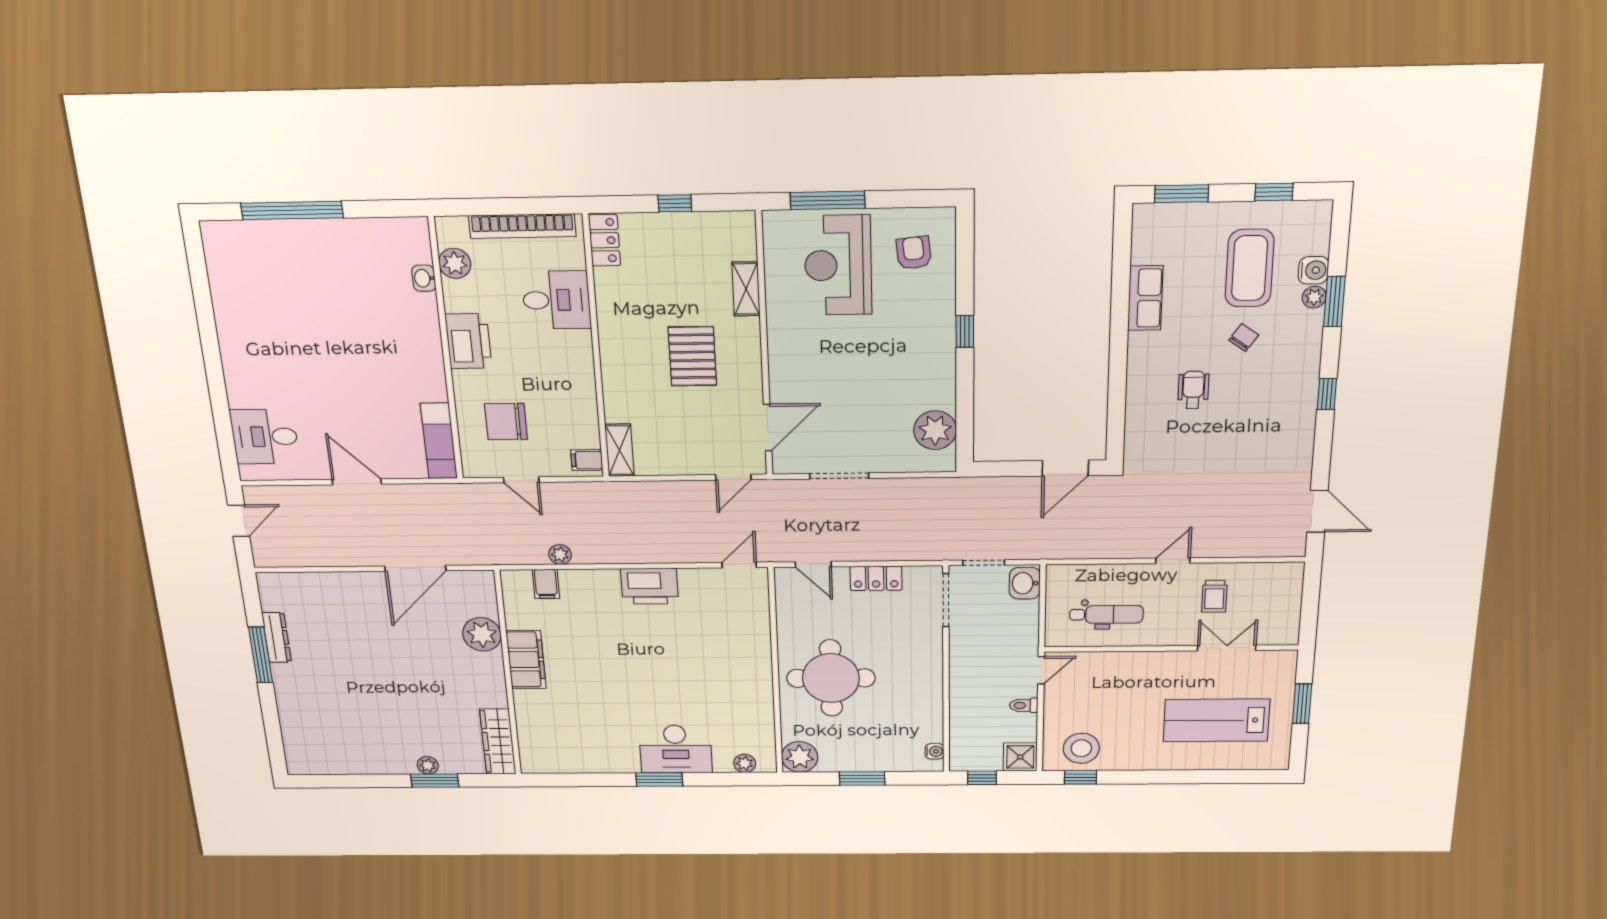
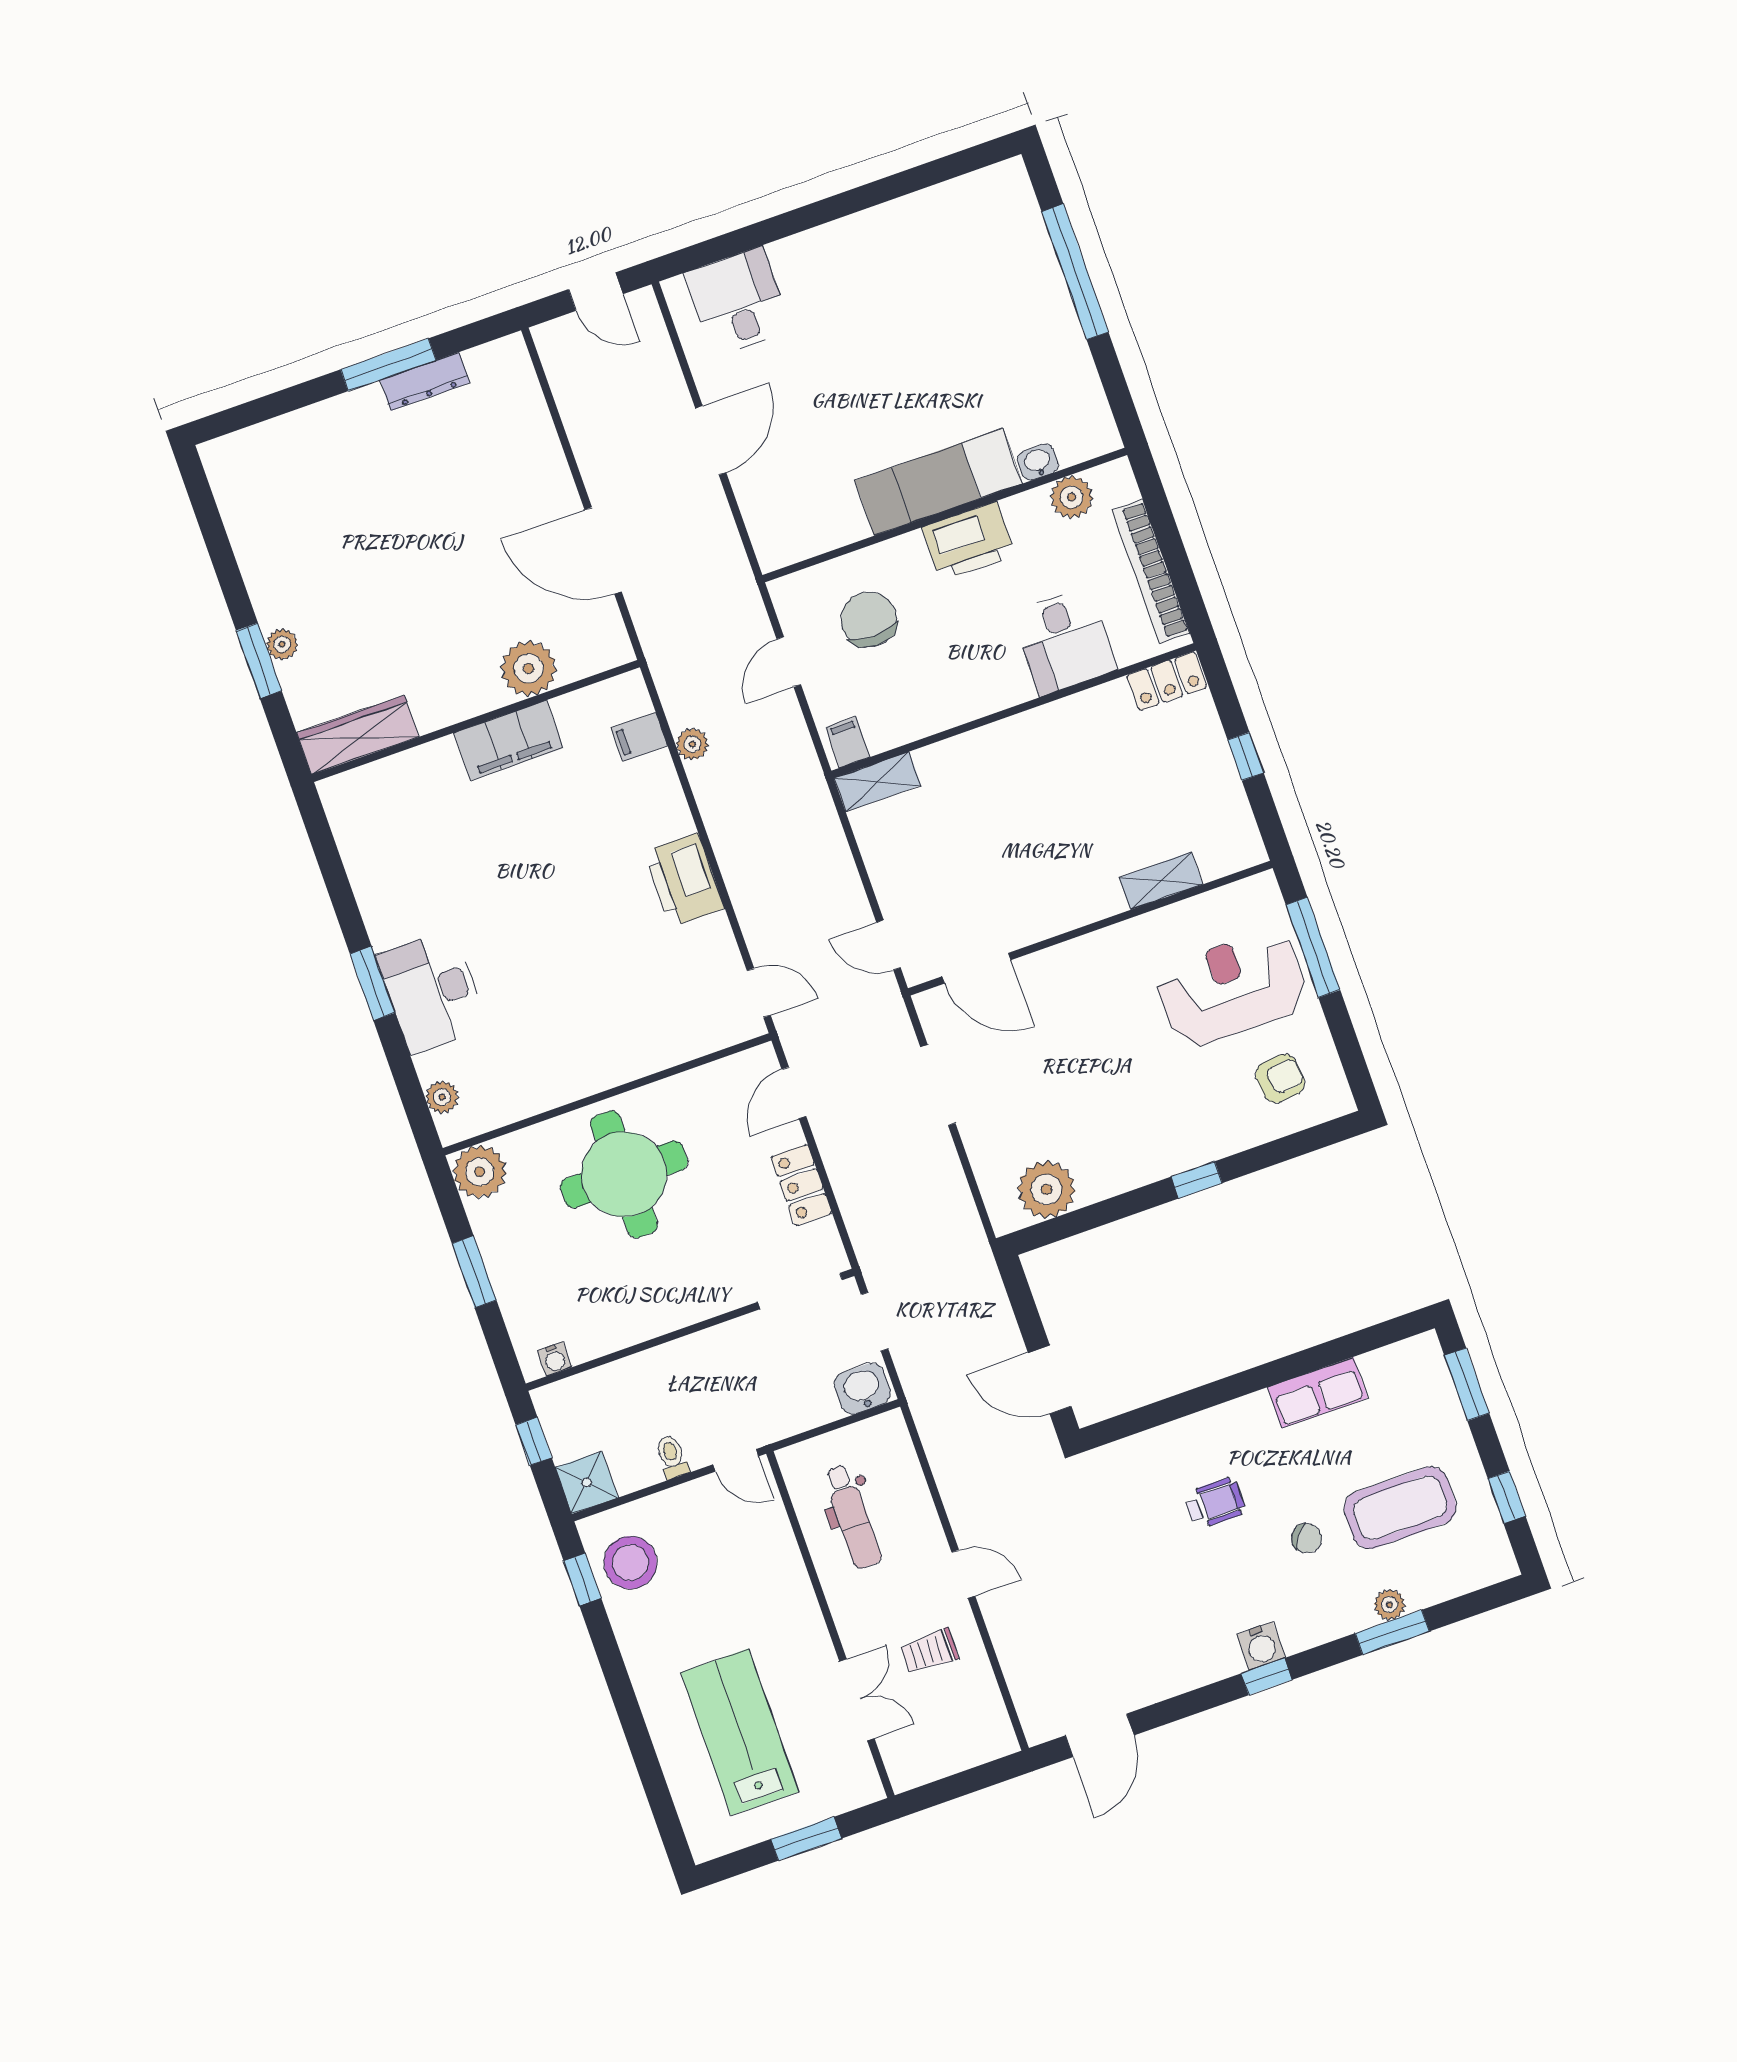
water cooler: (1313, 270) -> (1261, 1646), moved
pallet: (692, 356) -> (1045, 839), removed
exam couch: (439, 441) -> (938, 482), moved, width x1.36, depth x1.45

